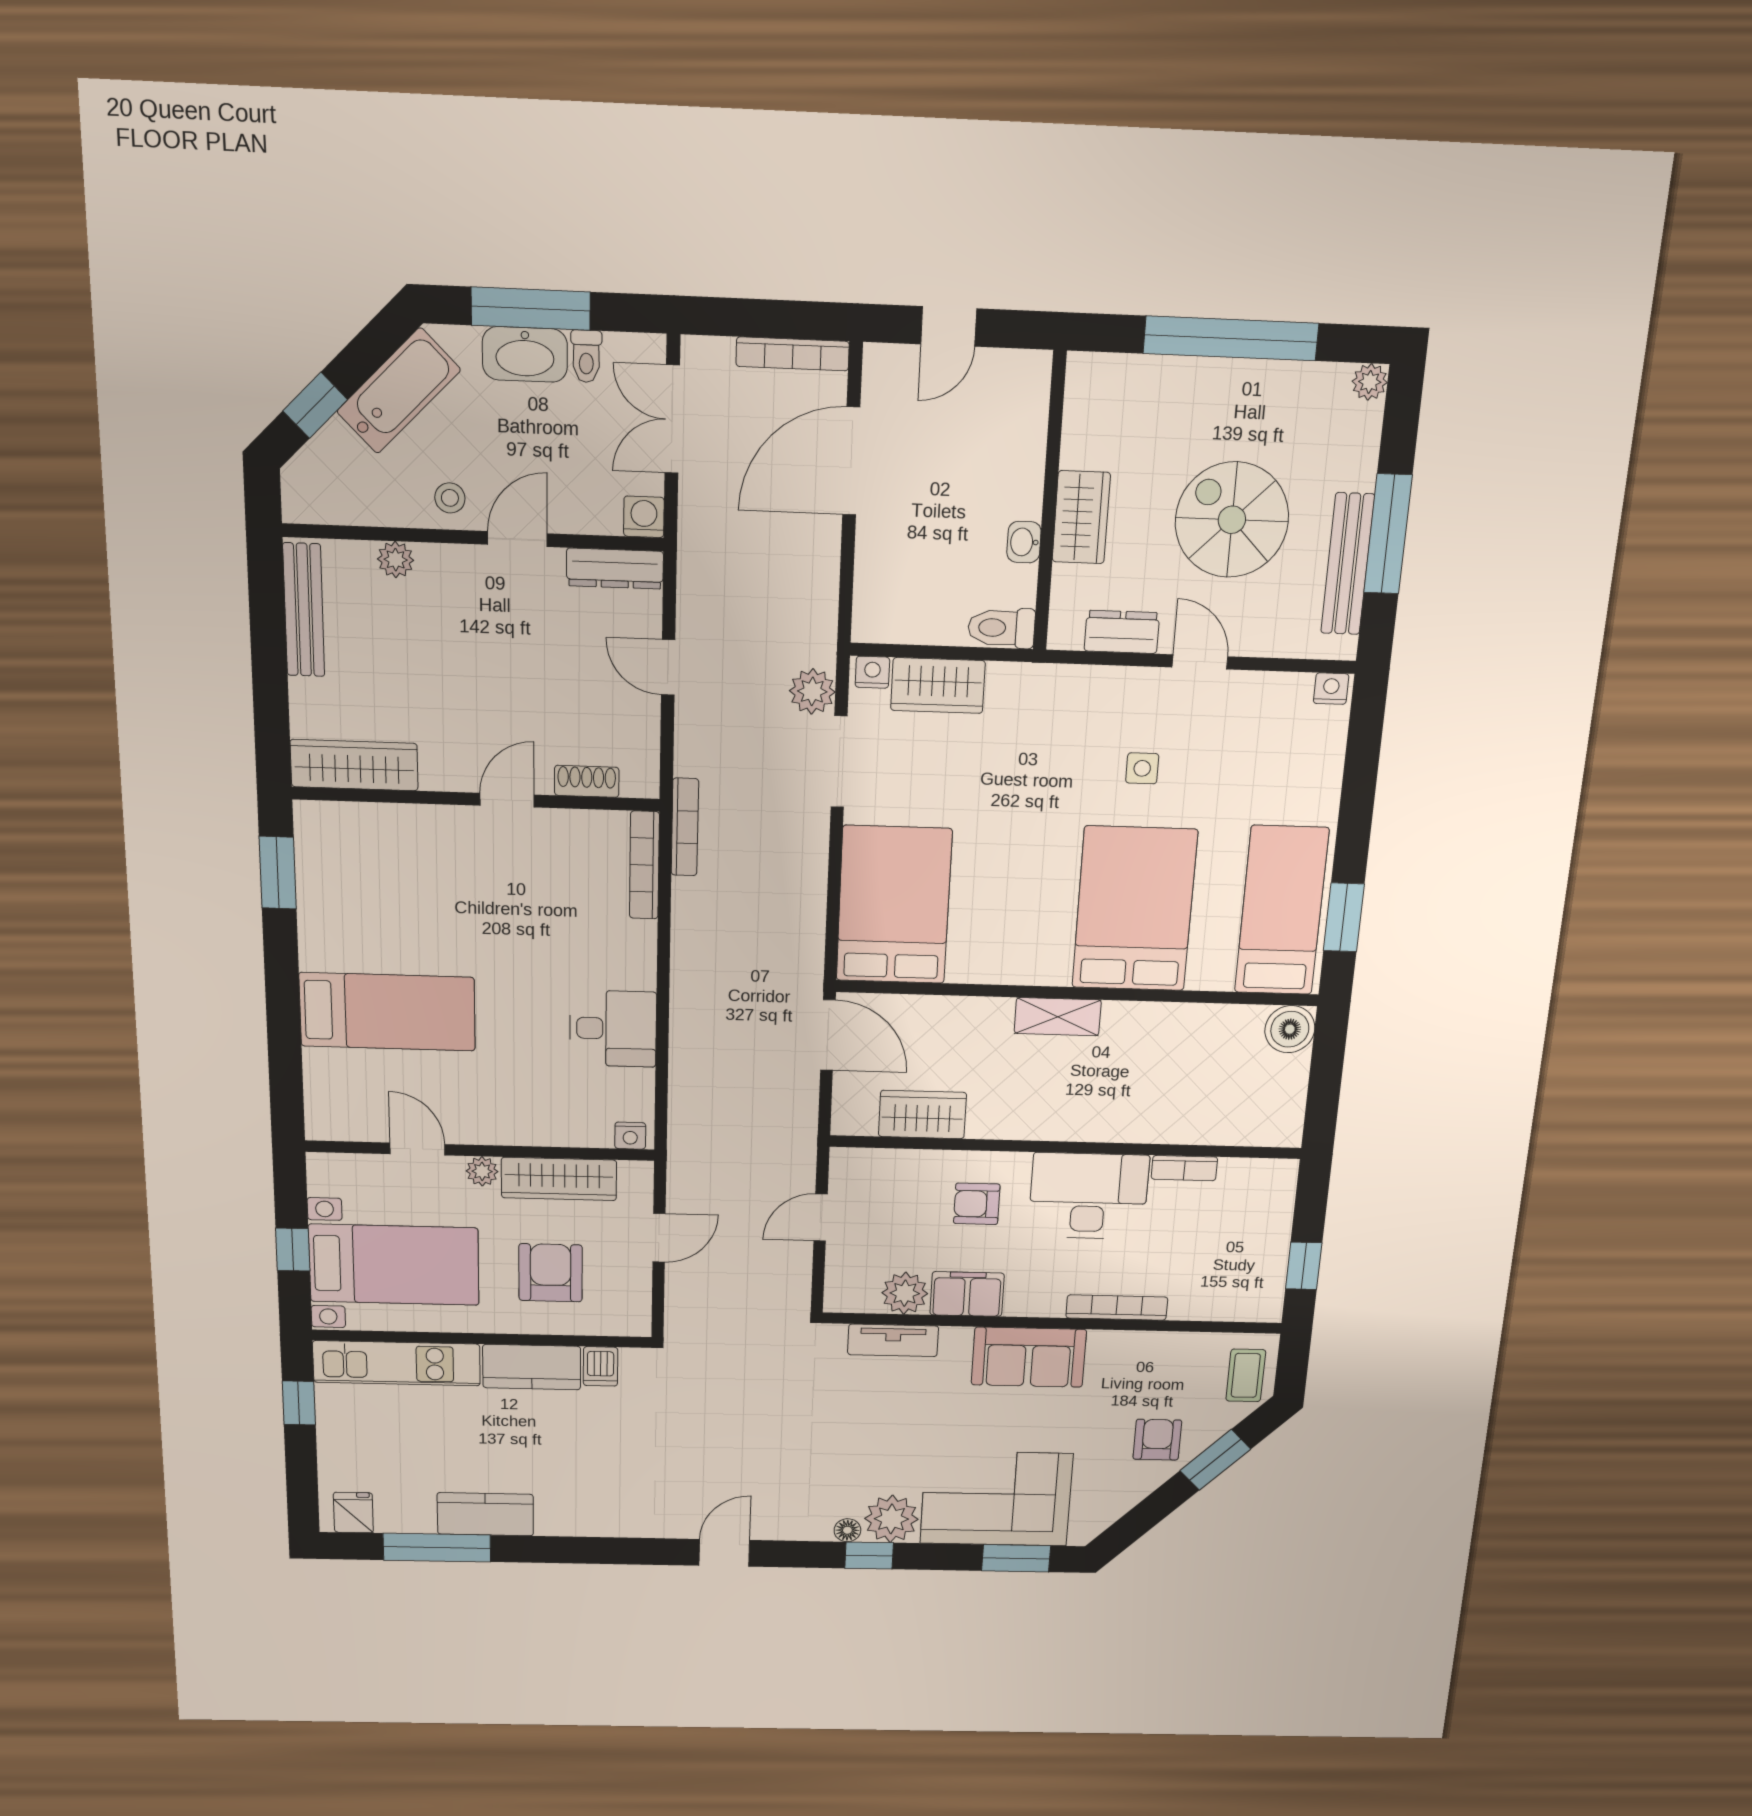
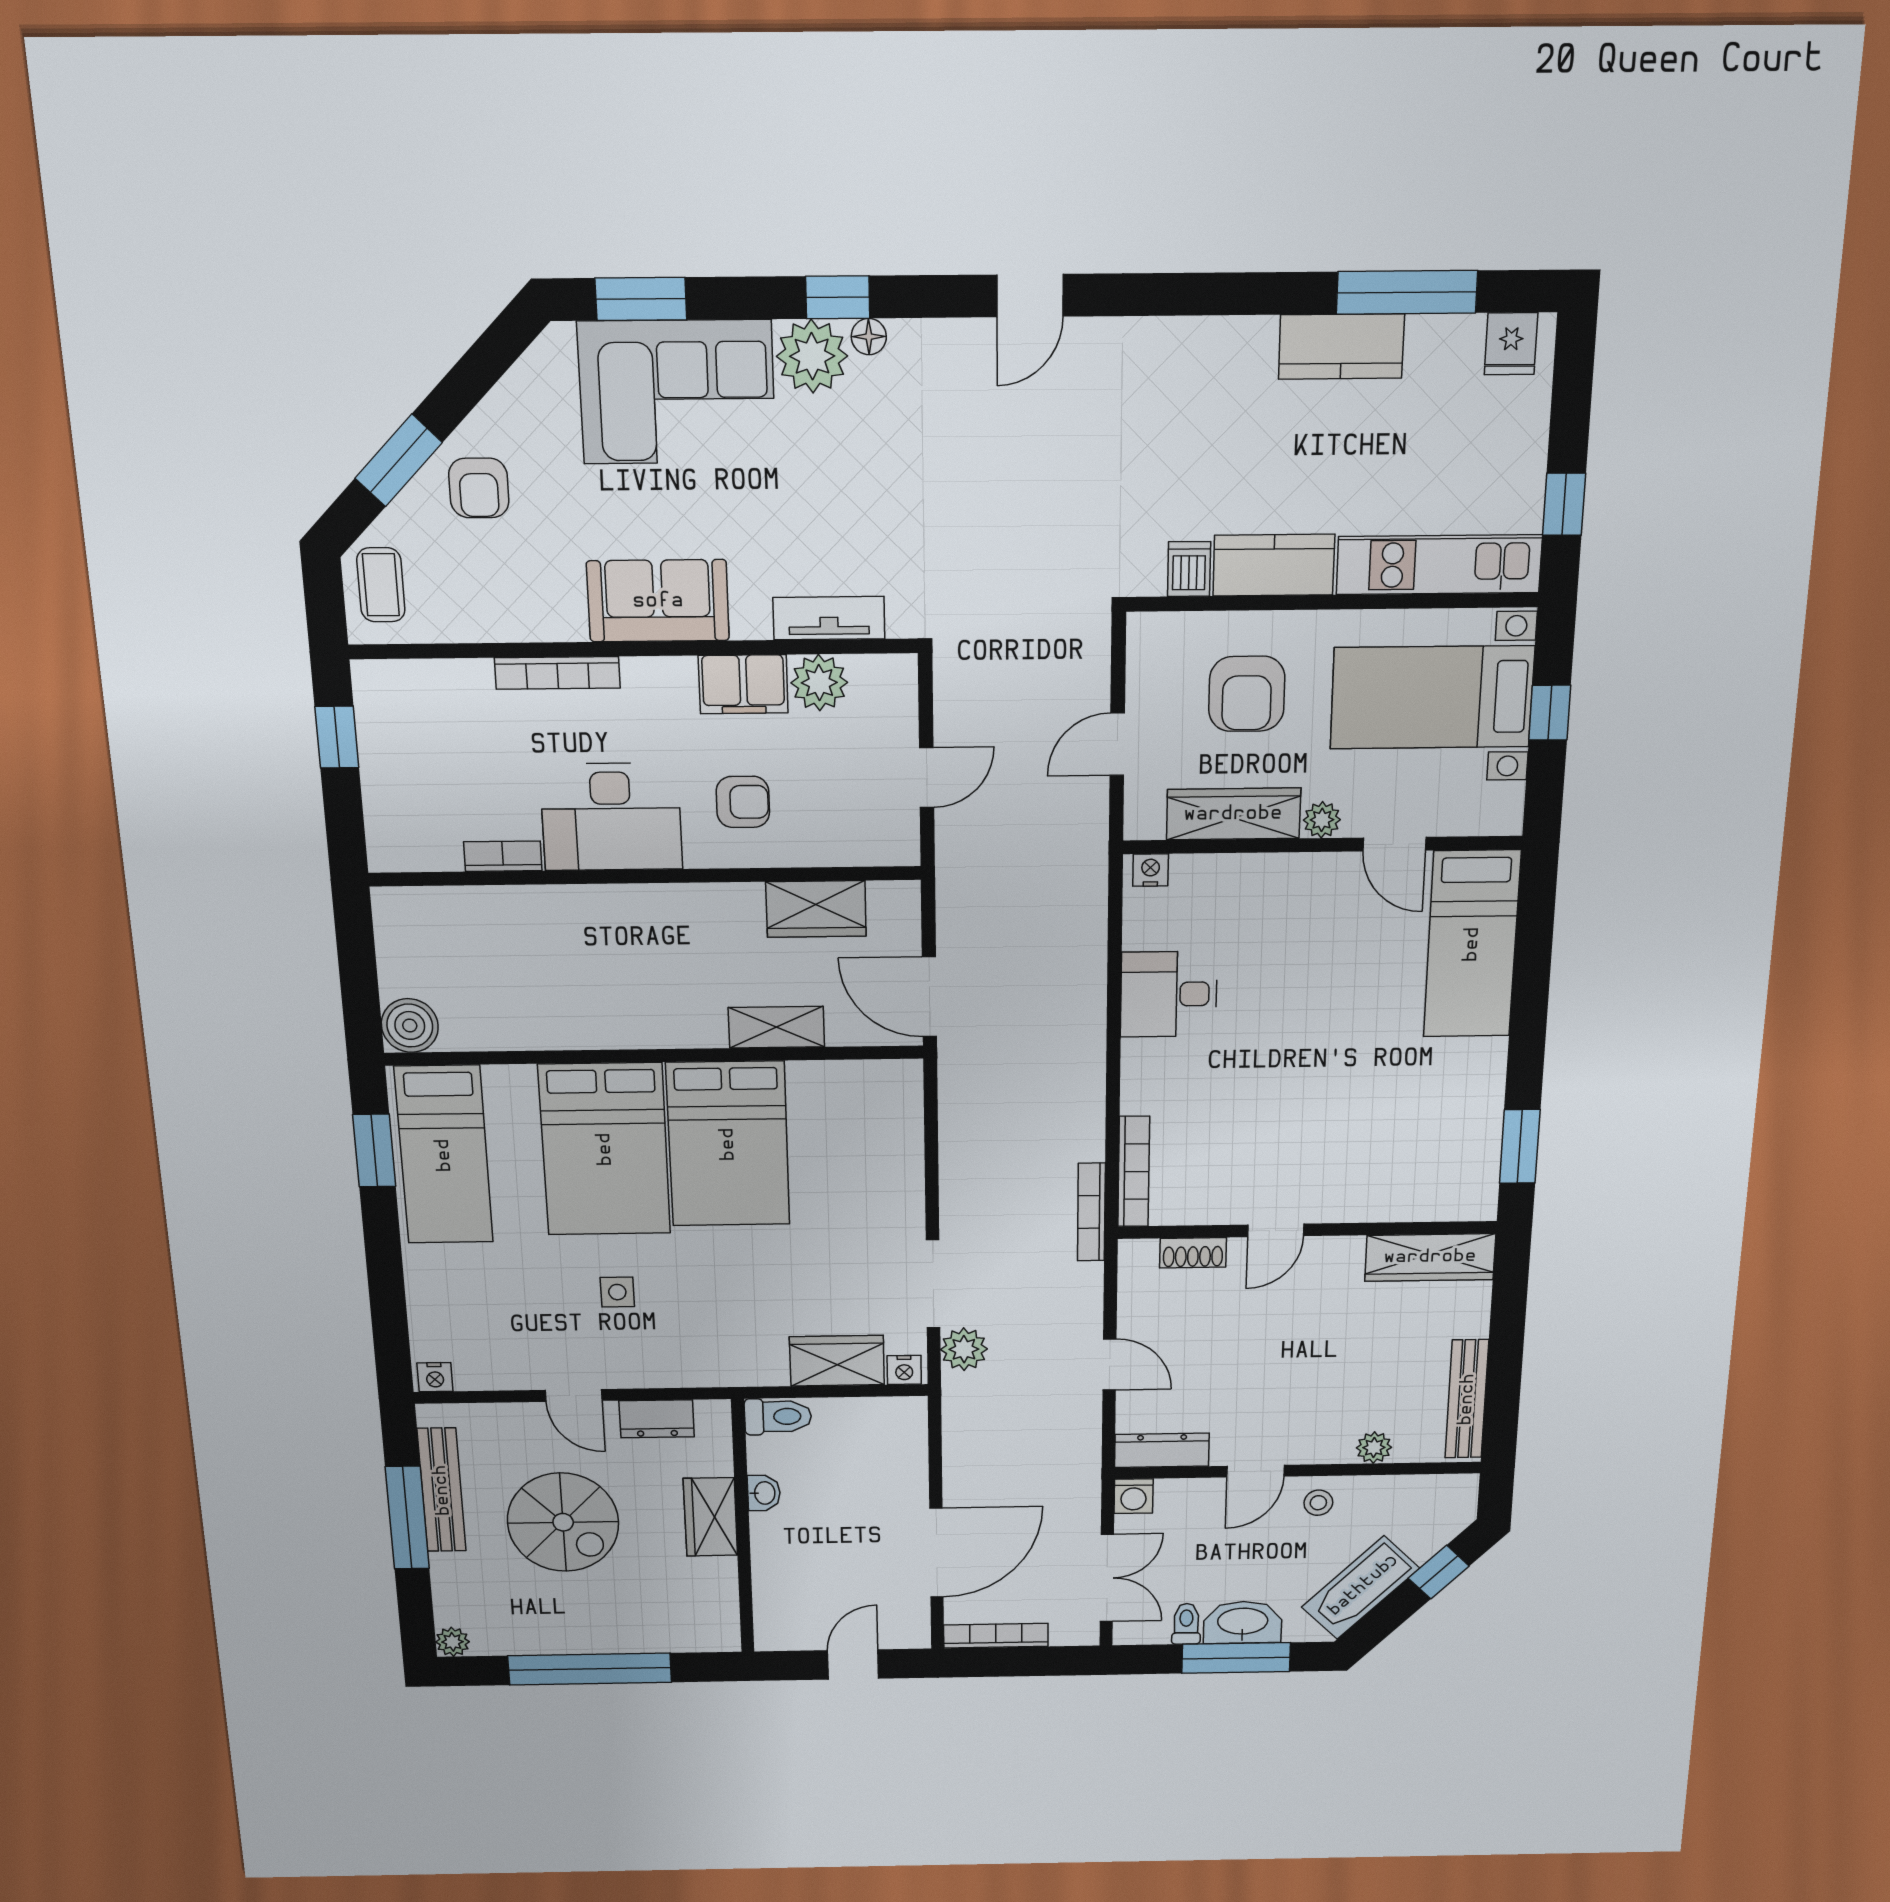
bed: (894, 905) -> (728, 1144), moved
bed: (387, 1012) -> (1472, 944), moved, turned -90
shelving: (1058, 1017) -> (776, 1027), moved

